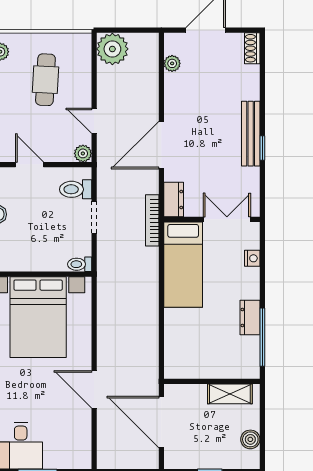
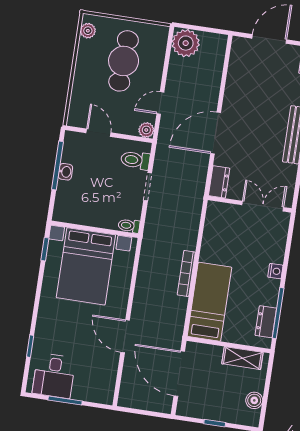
plant: (172, 63) -> (236, 63), removed
cafe table: (45, 80) -> (124, 61), width x1.37, depth x1.35
door: (94, 121) -> (160, 103), hinge flipped
bookcase: (152, 220) -> (186, 273), moved
nightstand: (252, 258) -> (275, 271), moved
bed: (183, 265) -> (209, 302), moved, turned 180
dresser: (250, 317) -> (266, 322), moved

